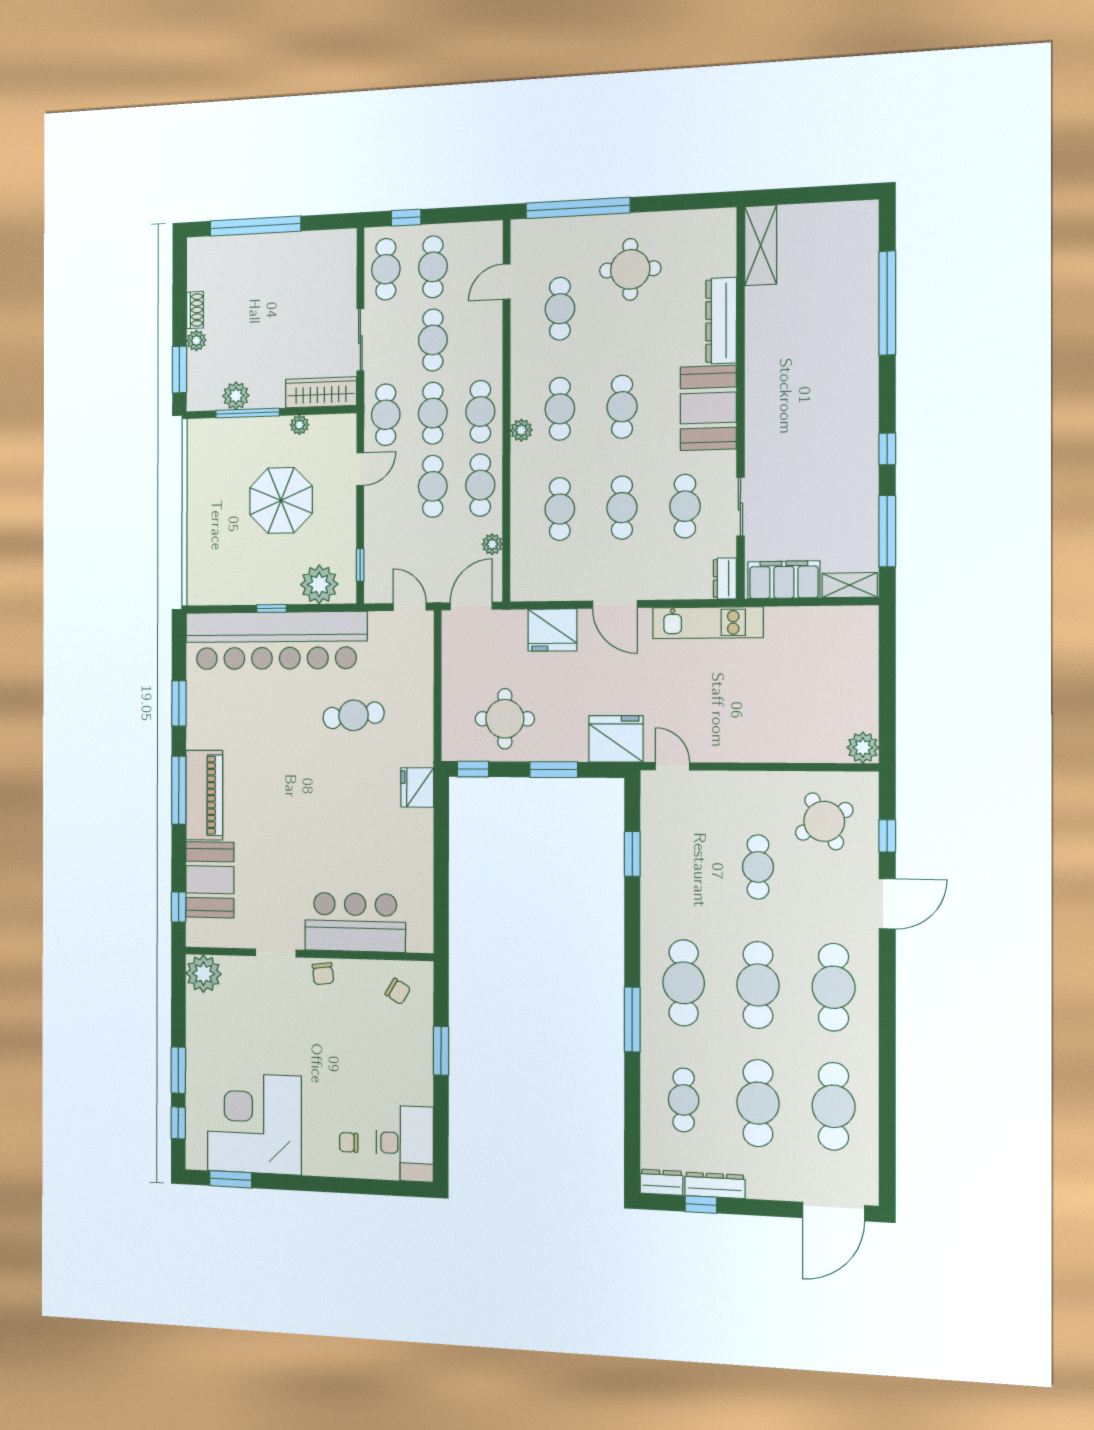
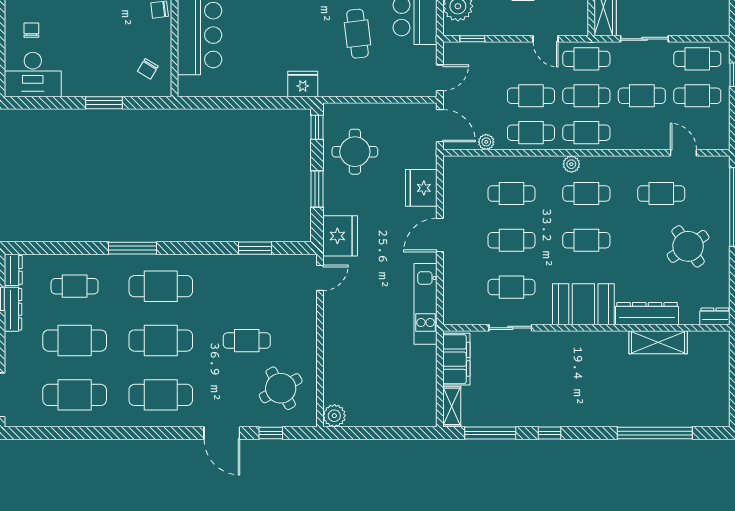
shelving: (761, 245) -> (658, 342), moved
round table: (630, 269) -> (688, 246), turned -34
dresser: (725, 578) -> (715, 316), moved

